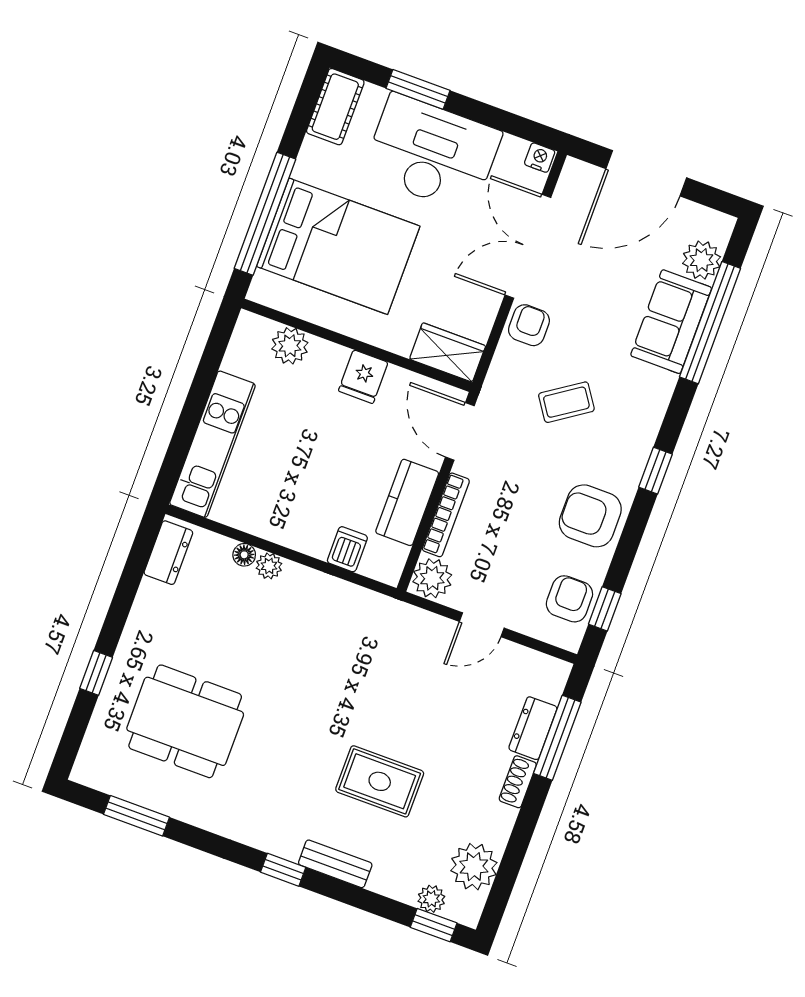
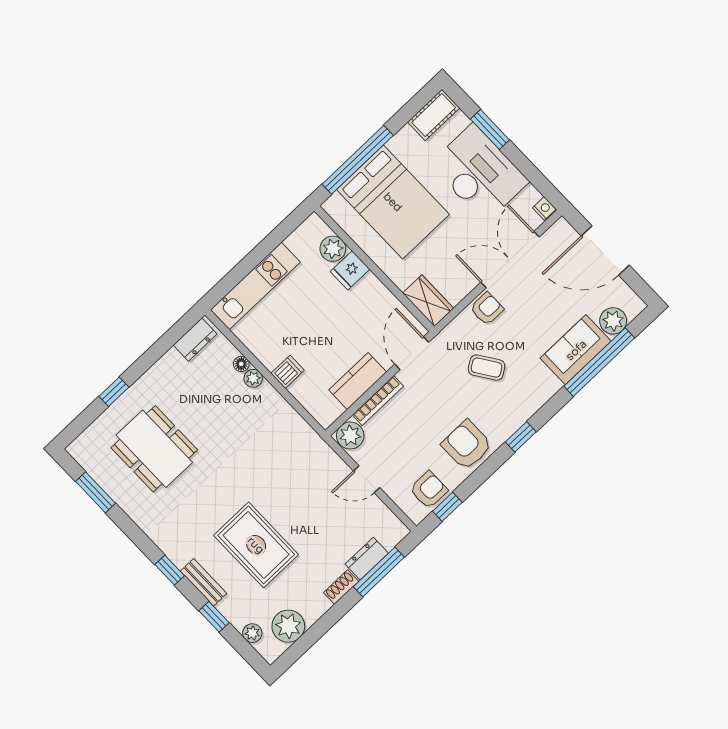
fridge: (363, 377) -> (350, 270), moved
dishwasher: (347, 549) -> (288, 372), moved
rug: (380, 781) -> (256, 545), width x1.36, depth x1.43
window: (434, 925) -> (214, 617), moved

